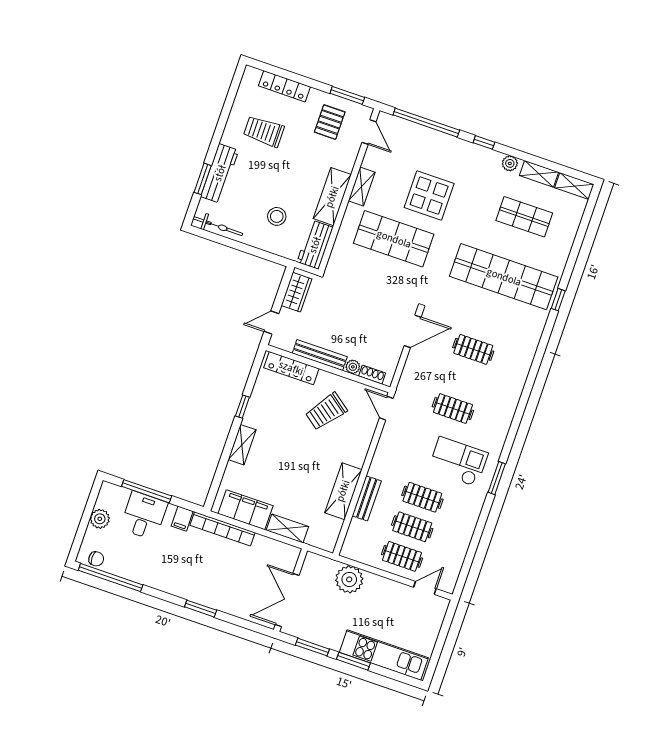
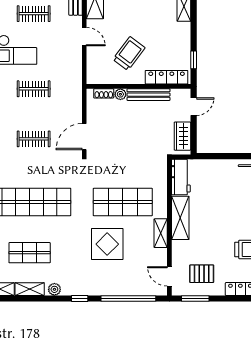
pallet: (330, 122) -> (202, 274), turned 90
stool: (277, 216) -> (217, 188), removed
window: (242, 407) -> (194, 60), moved
door: (386, 408) -> (84, 37), moved

